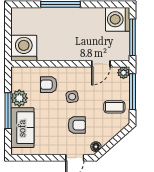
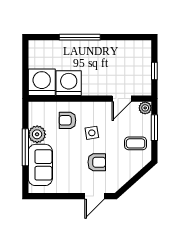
washing machine: (118, 19) -> (69, 83), moved, turned 90
window: (133, 37) -> (154, 71), width x0.46
window: (133, 92) -> (154, 128), width x0.69
floor lamp: (96, 147) -> (116, 185), removed

